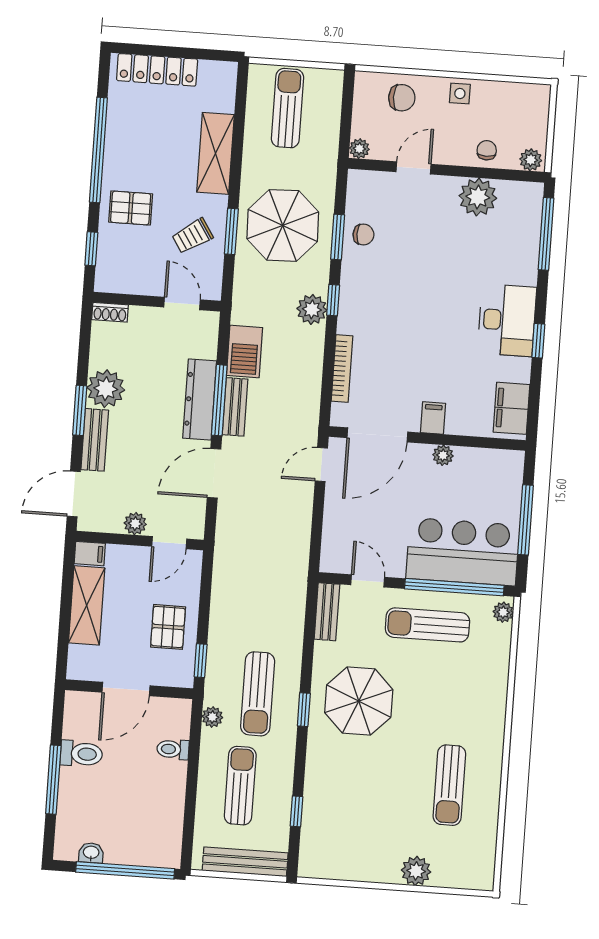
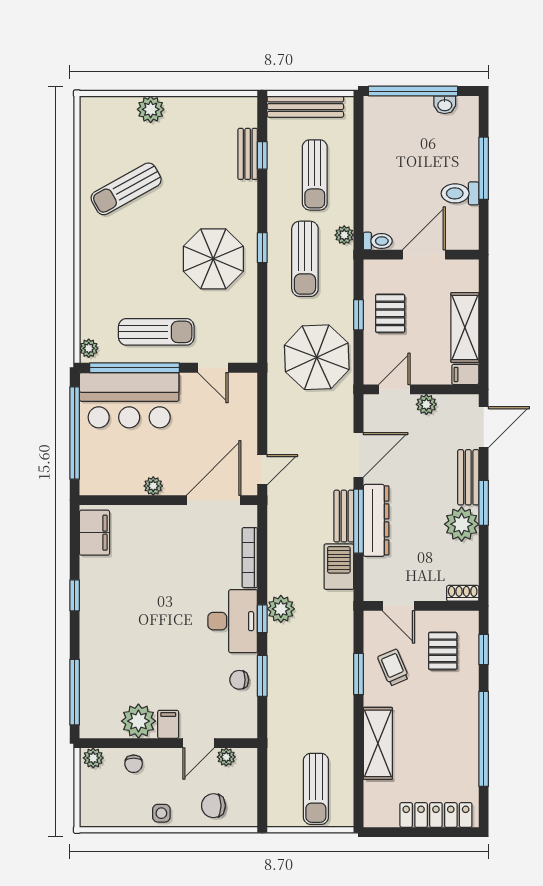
plant: (359, 149) -> (226, 757), moved
pallet: (131, 208) -> (443, 651), moved, turned 90
parasol: (283, 225) -> (317, 357), moved
trolley: (192, 236) -> (393, 667), turned -80
desk: (507, 320) -> (233, 621), moved, turned 180
filing cabinet: (433, 418) -> (168, 724), moved, turned 180
window: (525, 520) -> (75, 433), width x1.46
bench: (327, 612) -> (248, 154), moved
window: (201, 661) -> (359, 315), moved
sun lounger: (258, 694) -> (305, 259), turned 180
toilet: (173, 749) -> (378, 241), moved
sun lounger: (449, 785) -> (126, 189), turned -119

